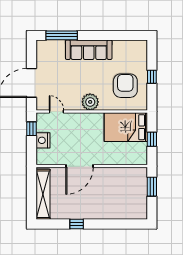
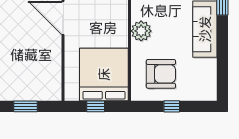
bed: (126, 127) -> (104, 74), width x1.36
window: (152, 187) -> (26, 106), moved

